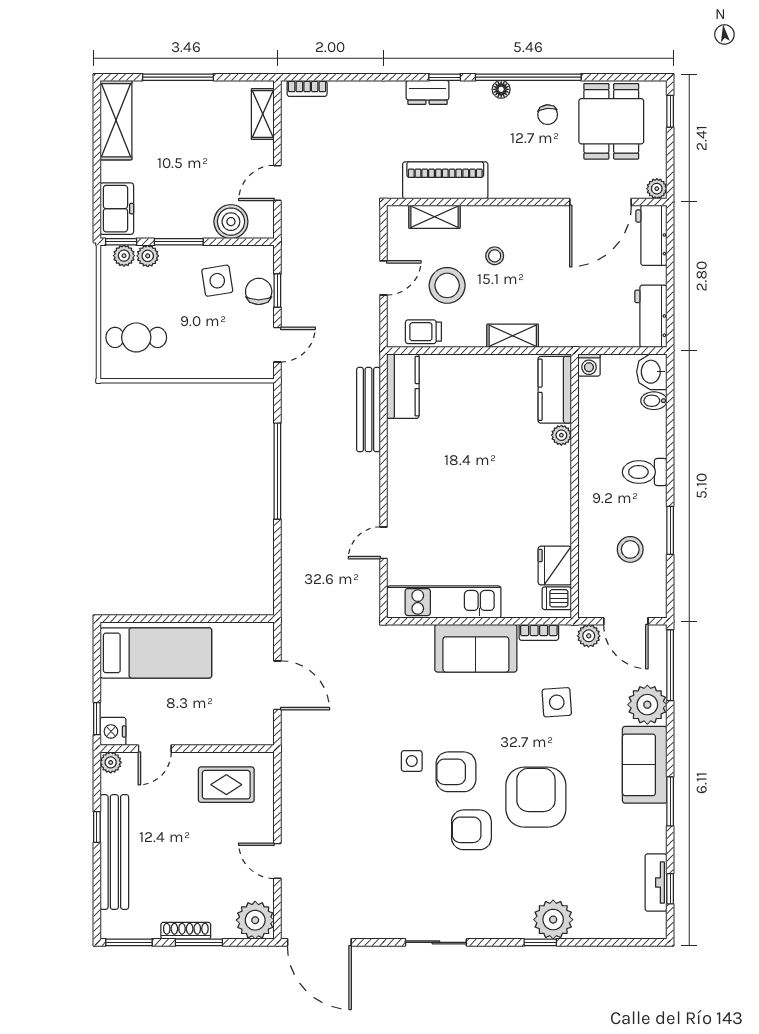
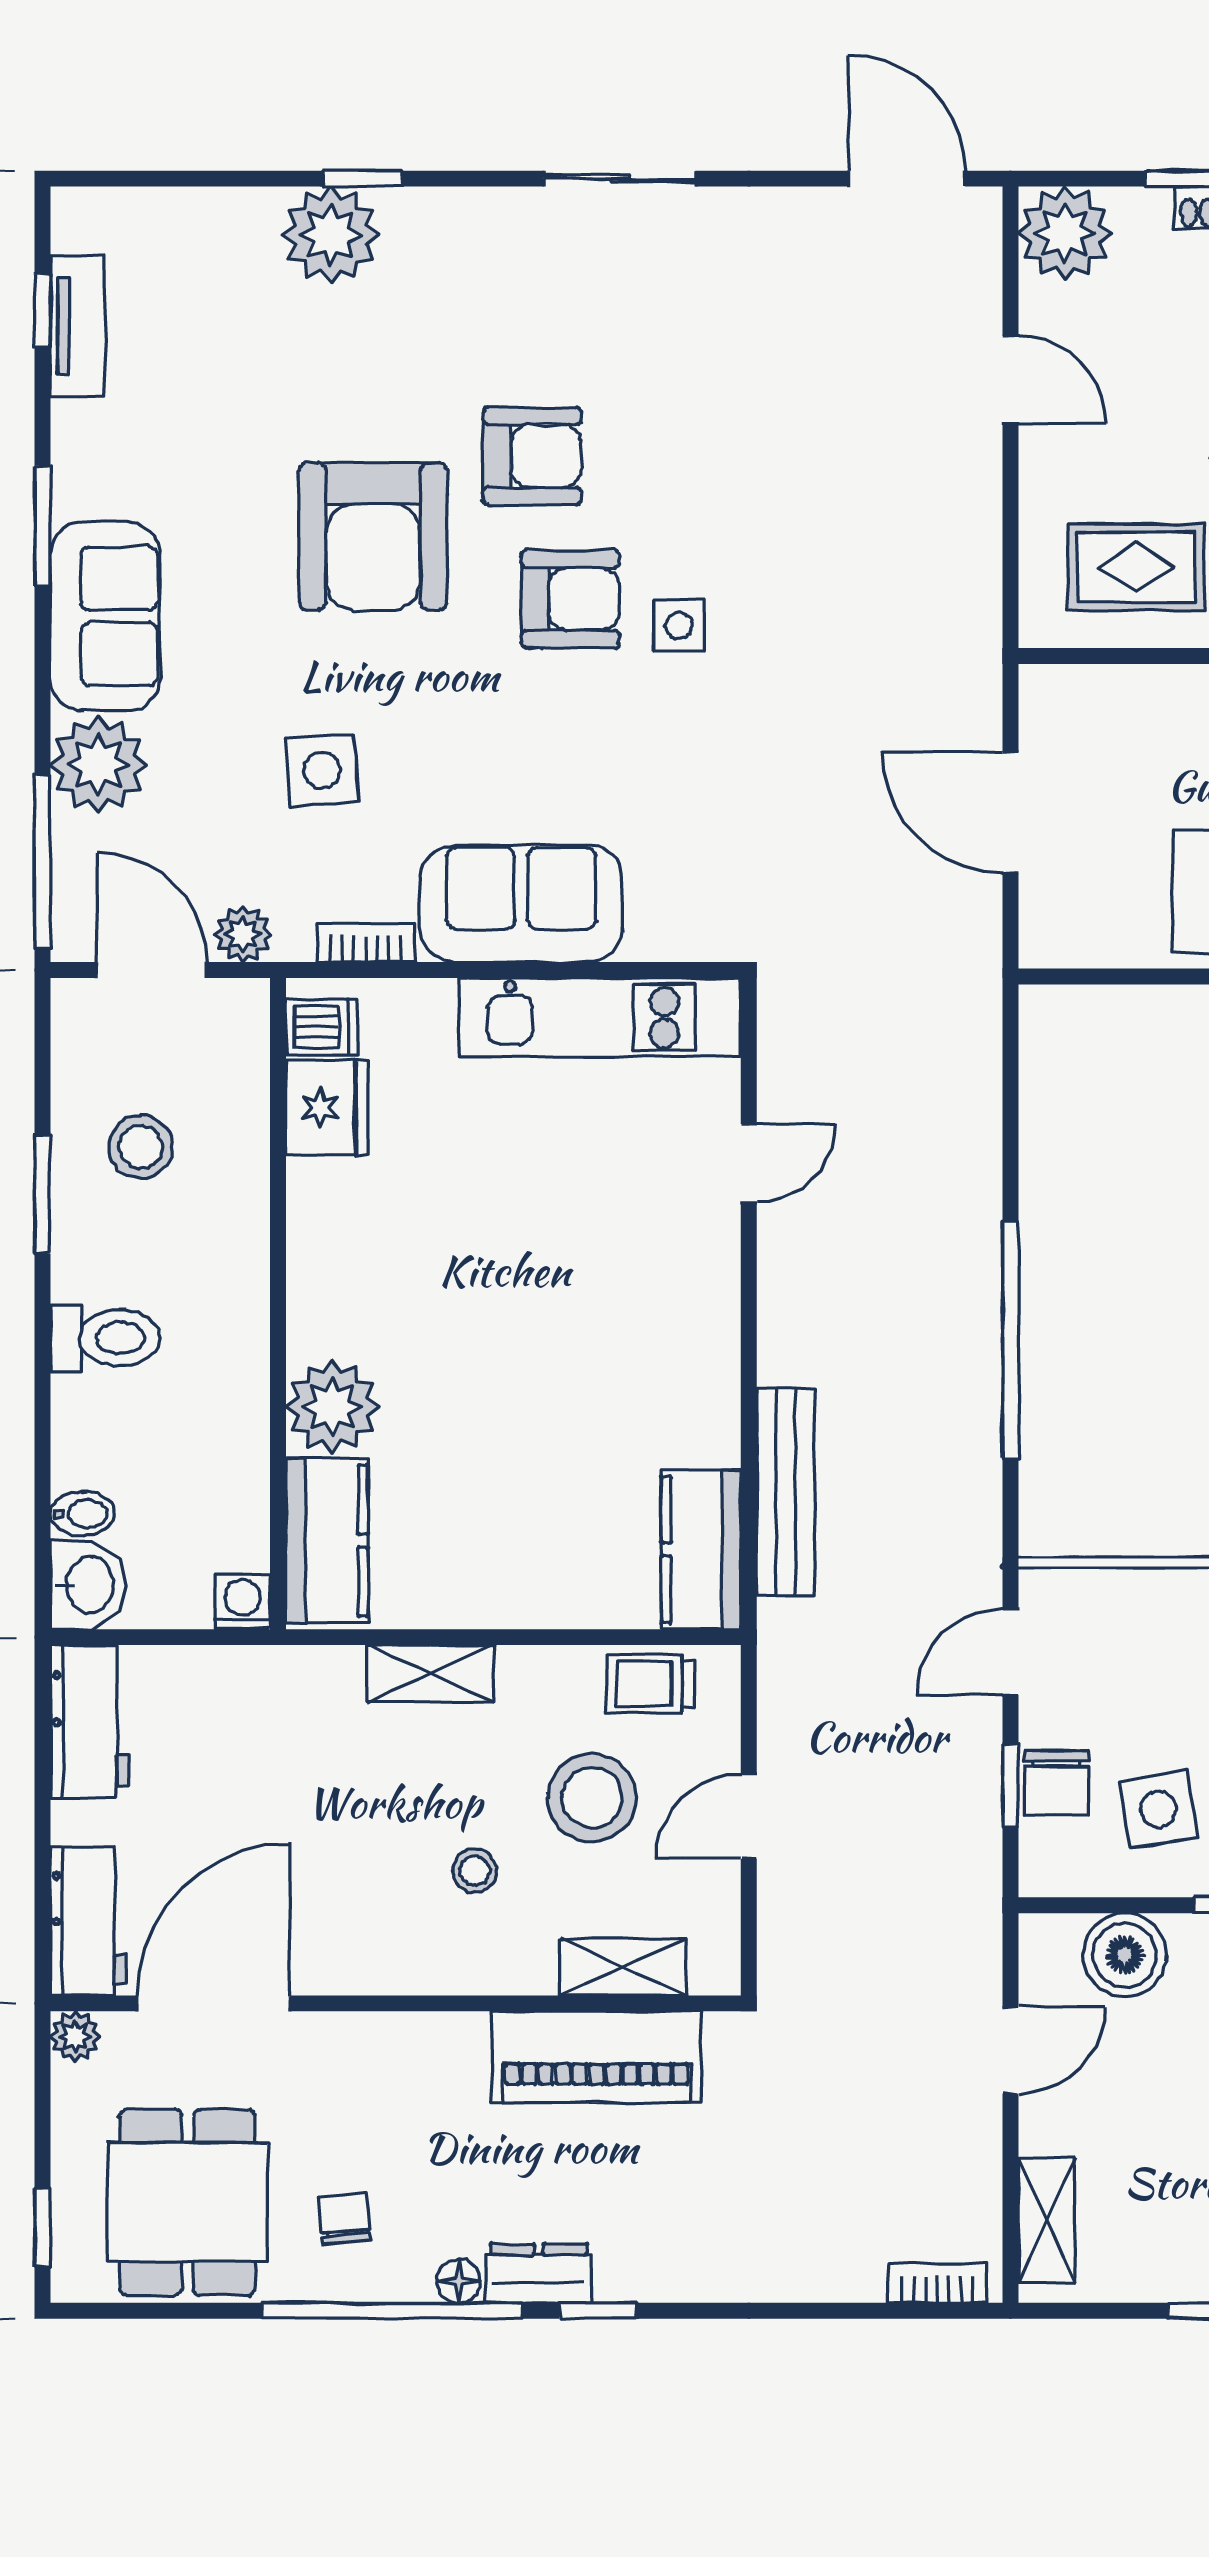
dresser: (428, 92) -> (539, 2273), moved
trolley: (423, 332) -> (651, 1684), turned 180
plant: (561, 435) -> (332, 1407), width x1.88, depth x1.88
door: (319, 942) -> (907, 179), width x0.73

